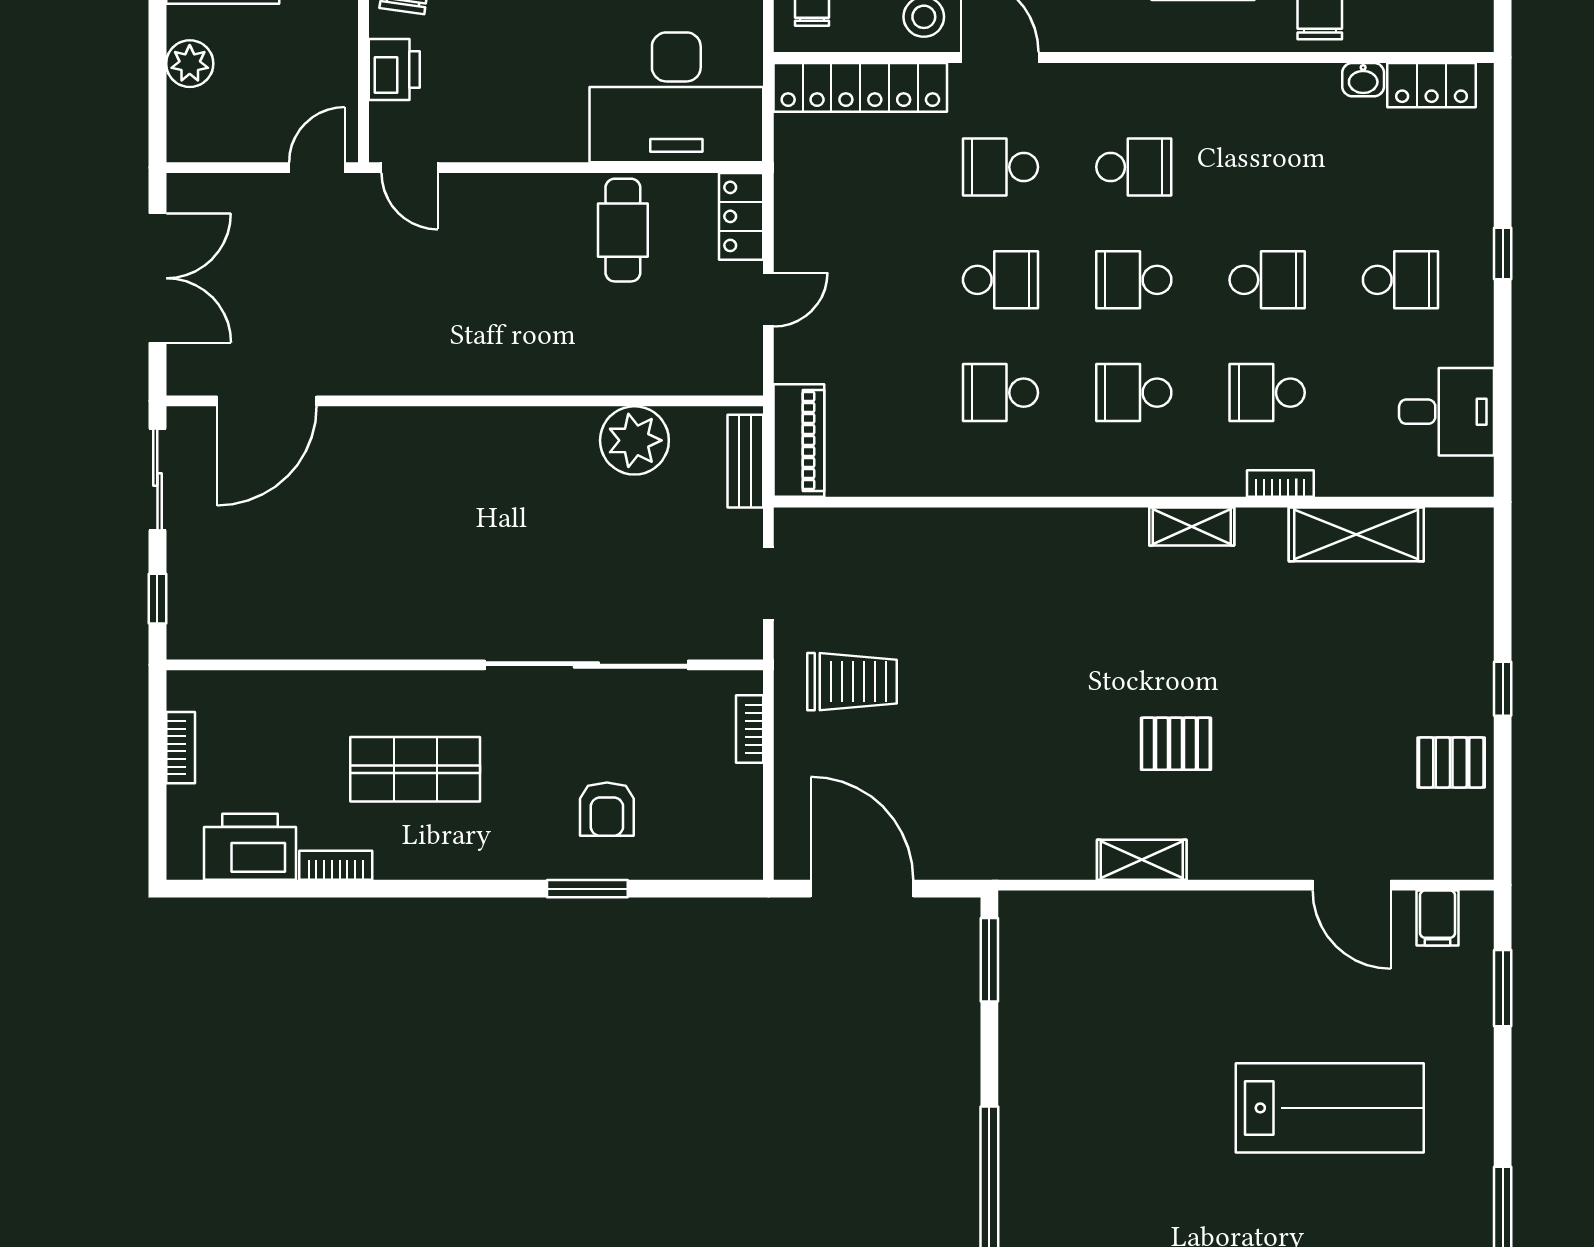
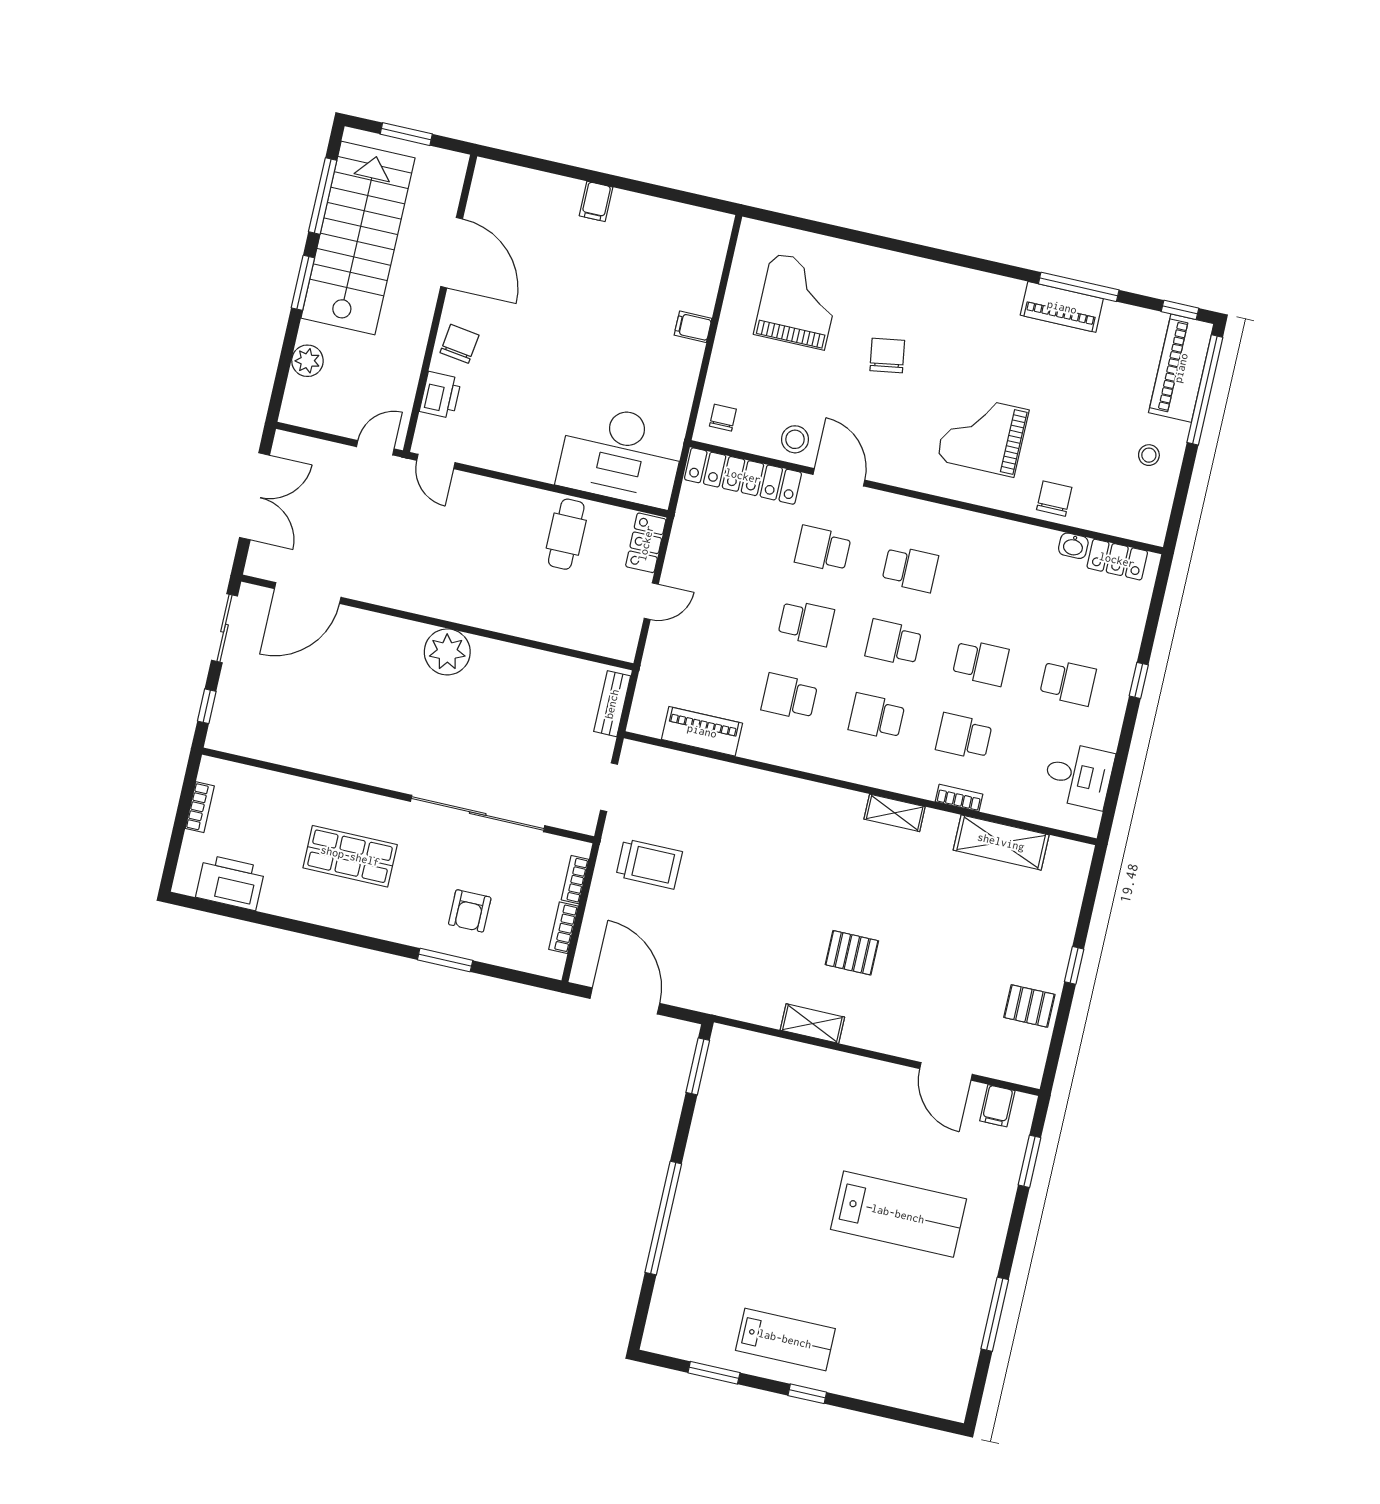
plant: (634, 440) -> (447, 652), moved
piano: (799, 440) -> (702, 731), moved, turned -90
bookcase: (336, 865) -> (563, 928), moved, turned -90

